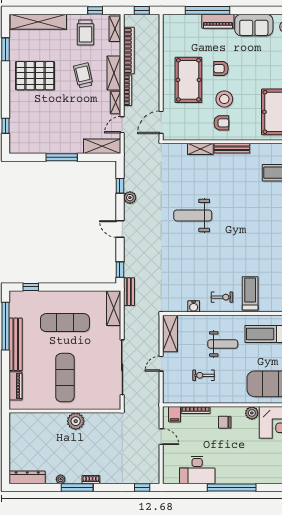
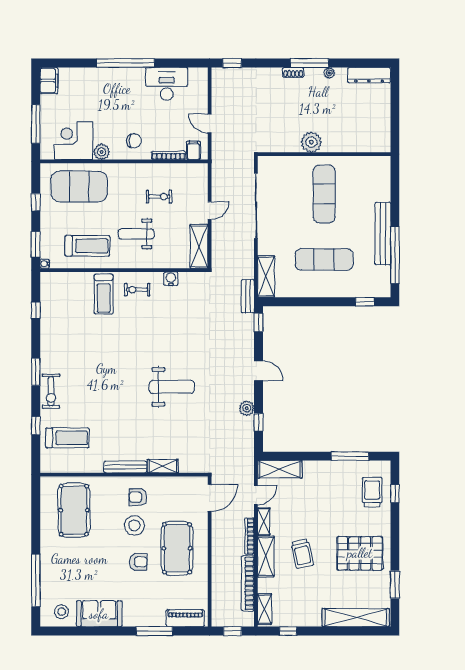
window: (208, 10) -> (154, 631), width x0.68
piano: (218, 21) -> (185, 618), moved
trolley: (85, 33) -> (372, 492), moved
window: (62, 157) -> (350, 456), moved
piano: (15, 386) -> (383, 184), removed

